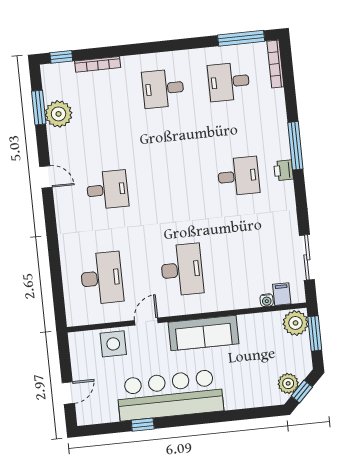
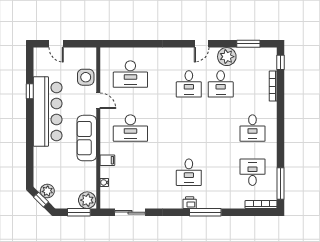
desk: (163, 89) -> (252, 128), turned 180
plant: (59, 114) -> (227, 57), moved
desk: (102, 143) -> (221, 84), added
filing cabinet: (282, 294) -> (107, 160), moved

